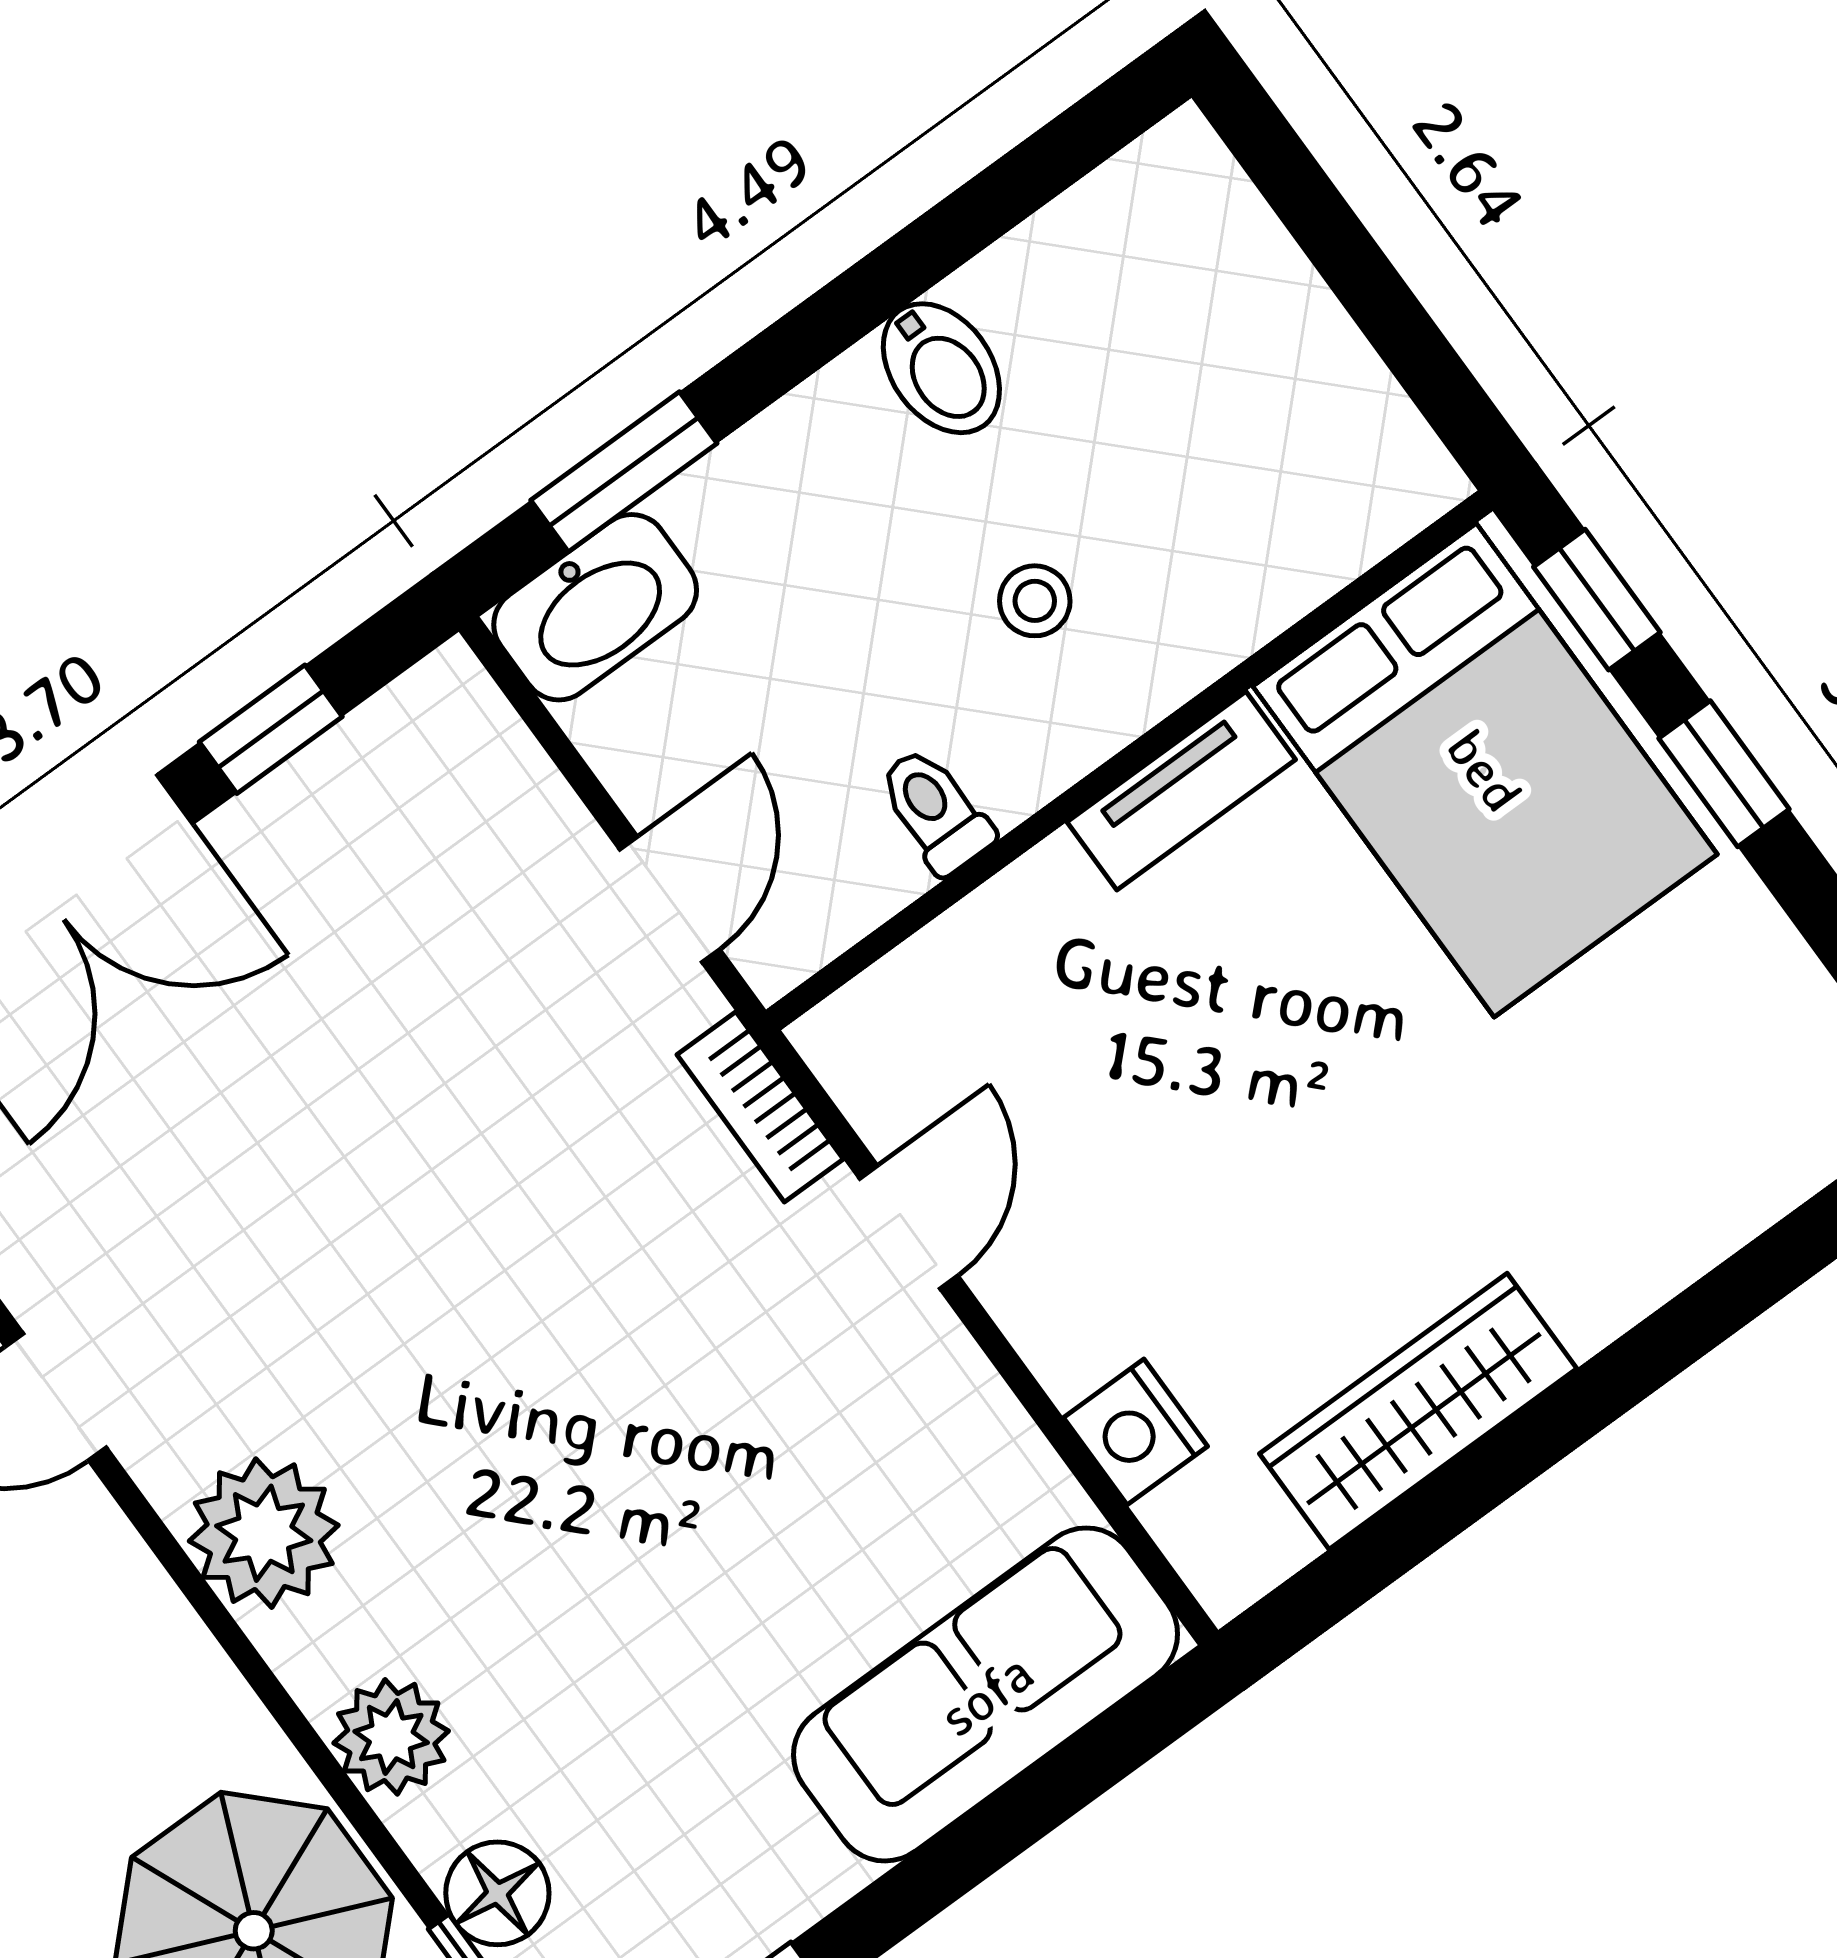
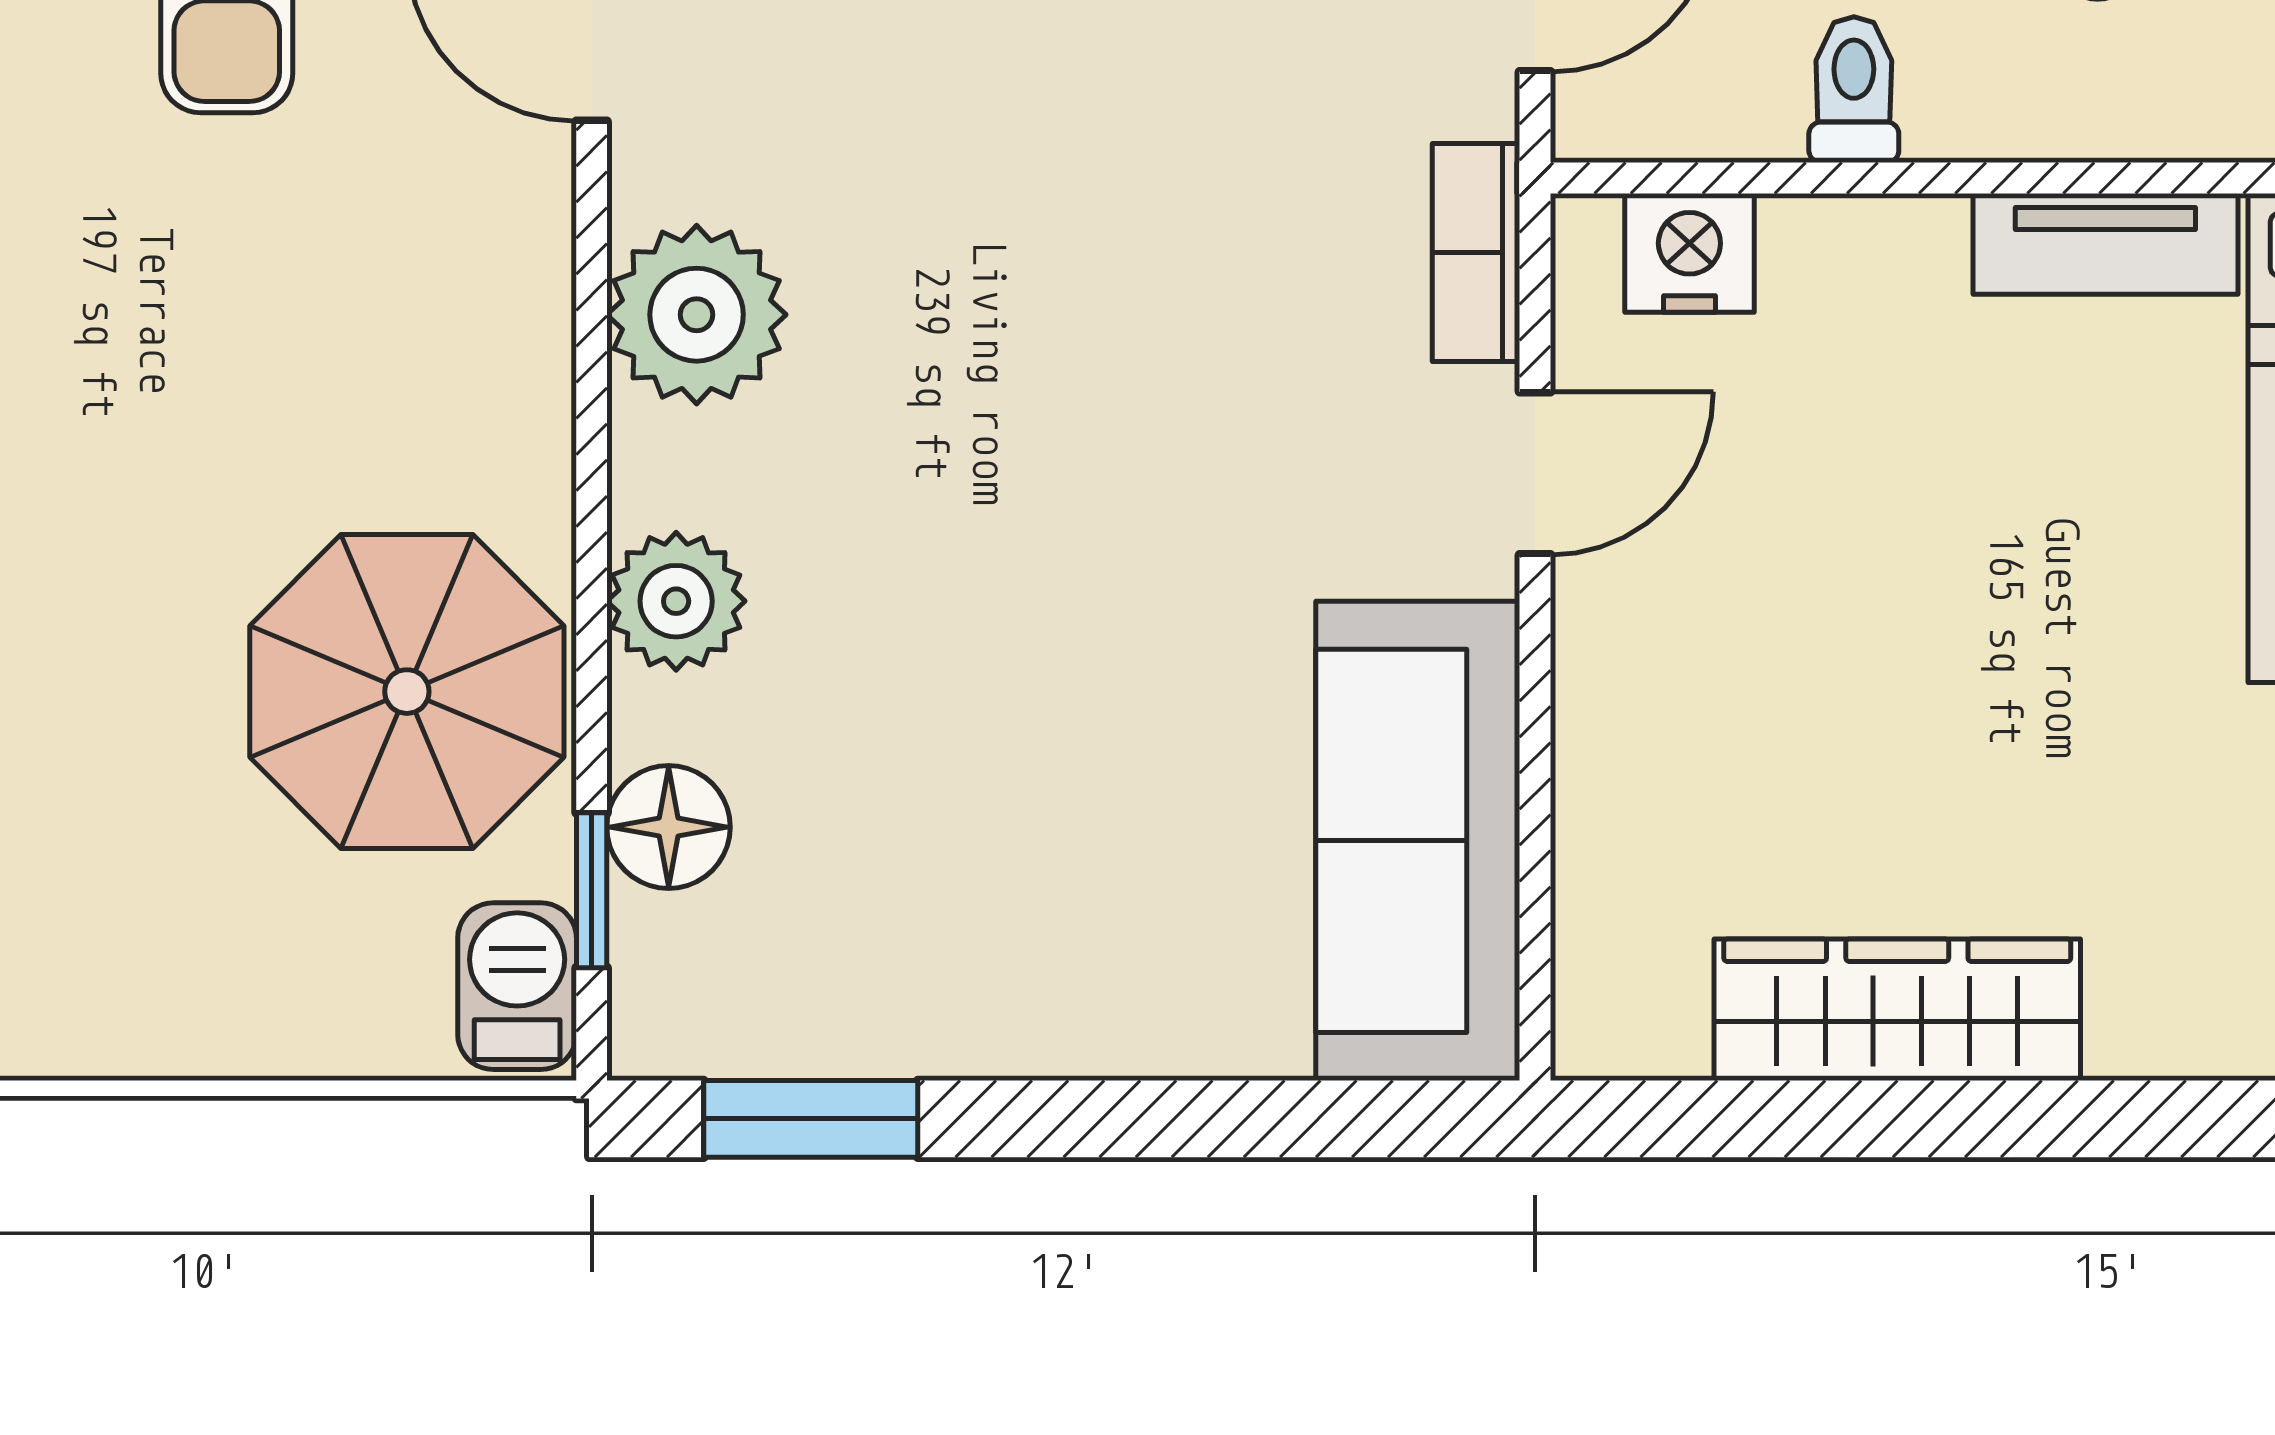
nightstand: (1136, 1432) -> (1689, 253), moved, turned 90
sofa: (986, 1694) -> (1418, 841), moved, turned -90

